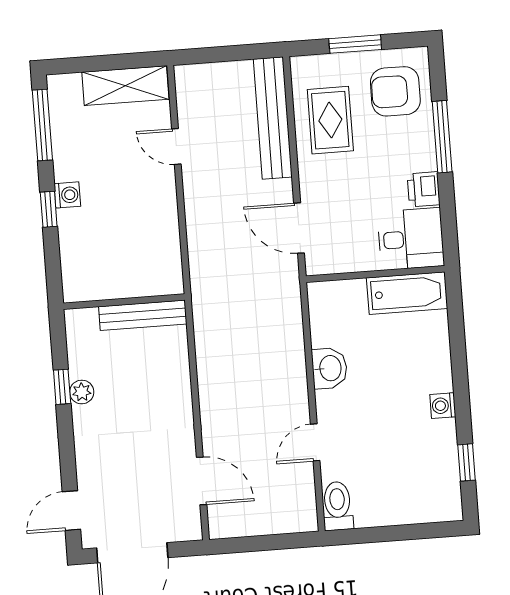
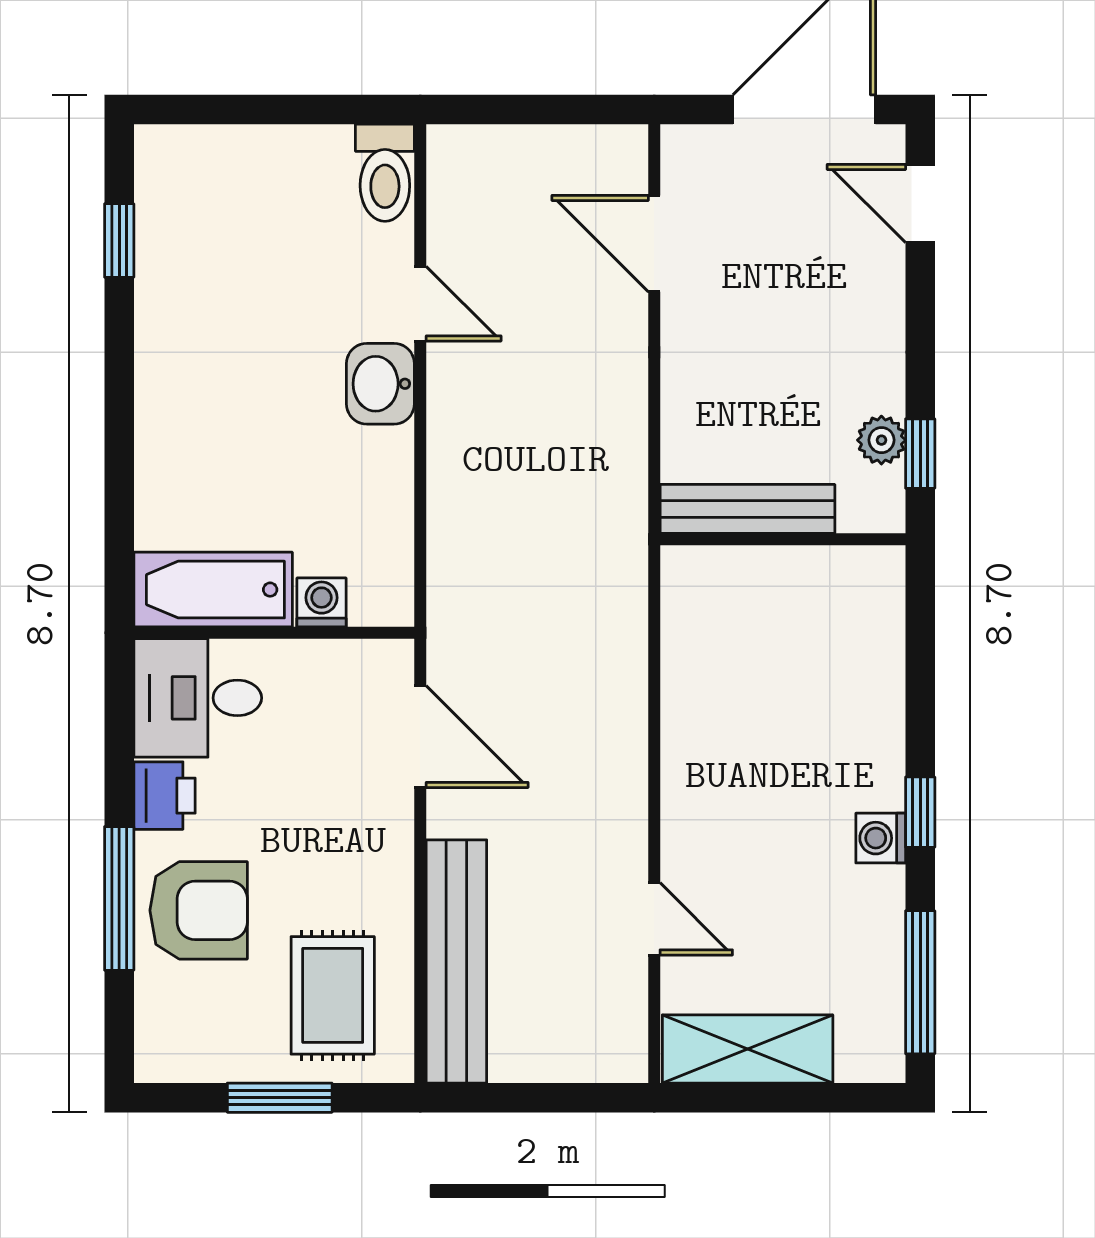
armchair: (395, 91) -> (199, 910), moved
rug: (330, 120) -> (333, 995), moved
wall: (124, 302) -> (783, 539), moved
bench: (143, 315) -> (747, 509), moved
washbasin: (329, 368) -> (380, 384), moved
washing machine: (443, 406) -> (322, 602), moved, turned -90
door: (315, 442) -> (420, 304), hinge flipped
door: (71, 511) -> (920, 204), swing flipped

